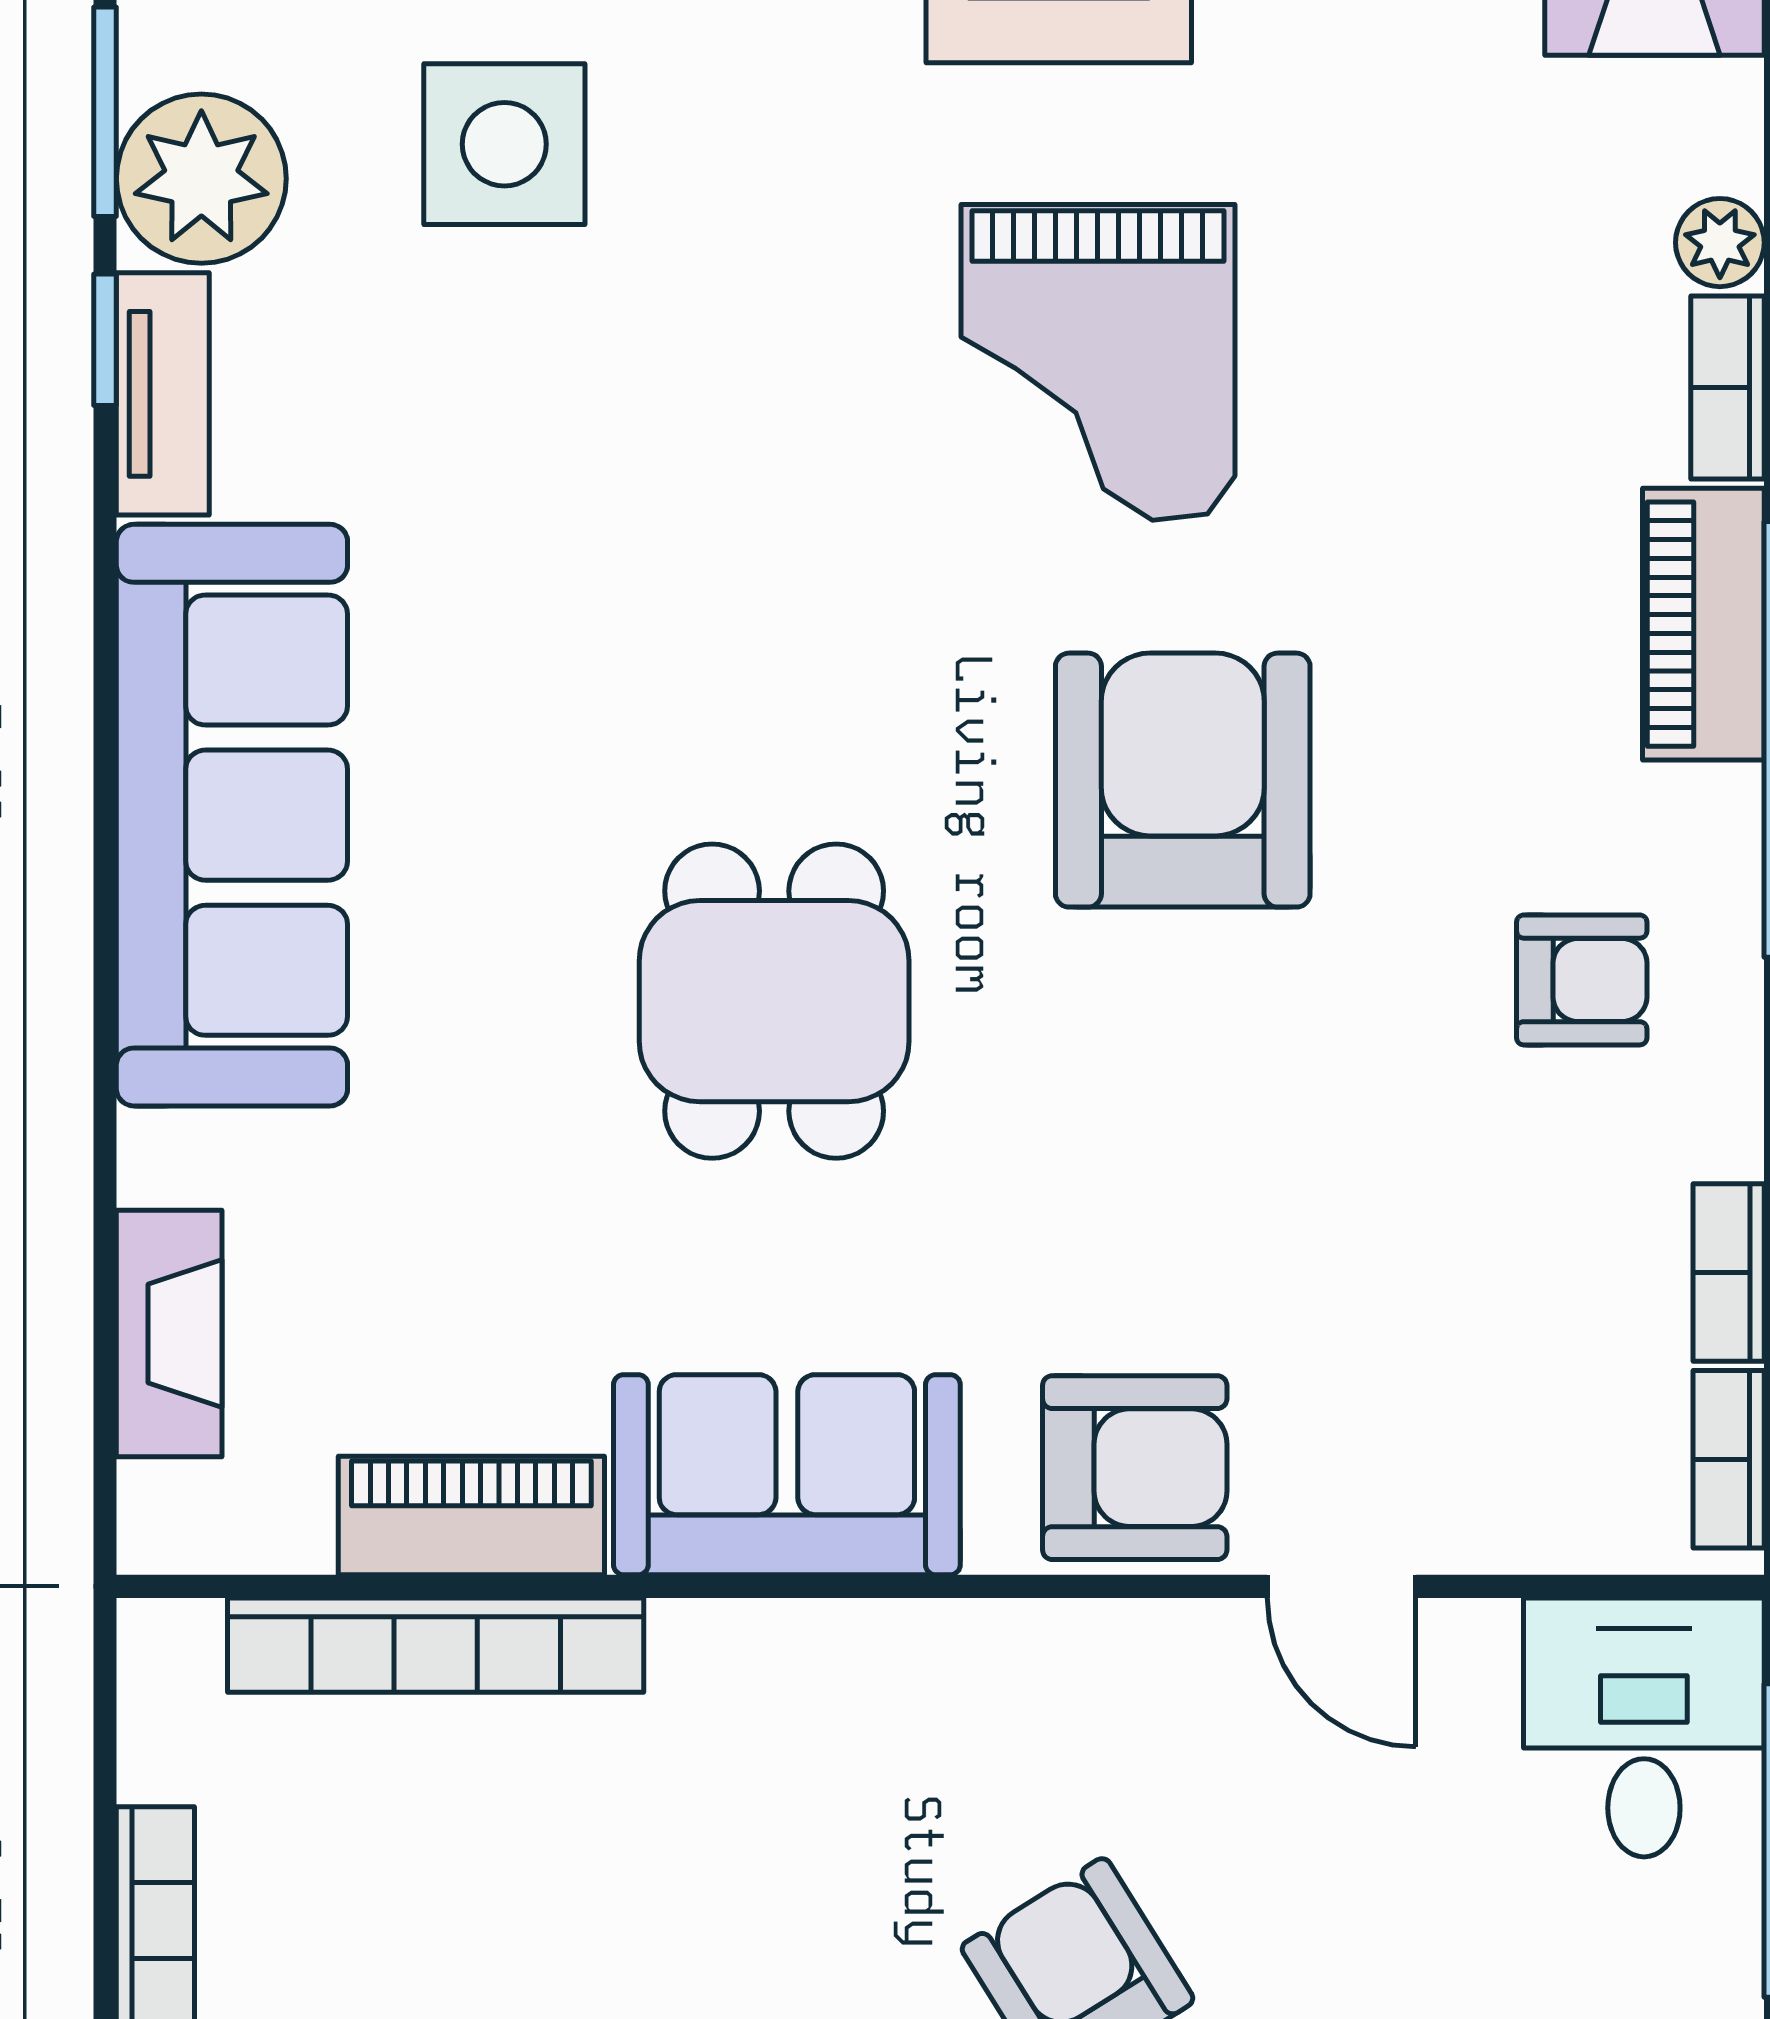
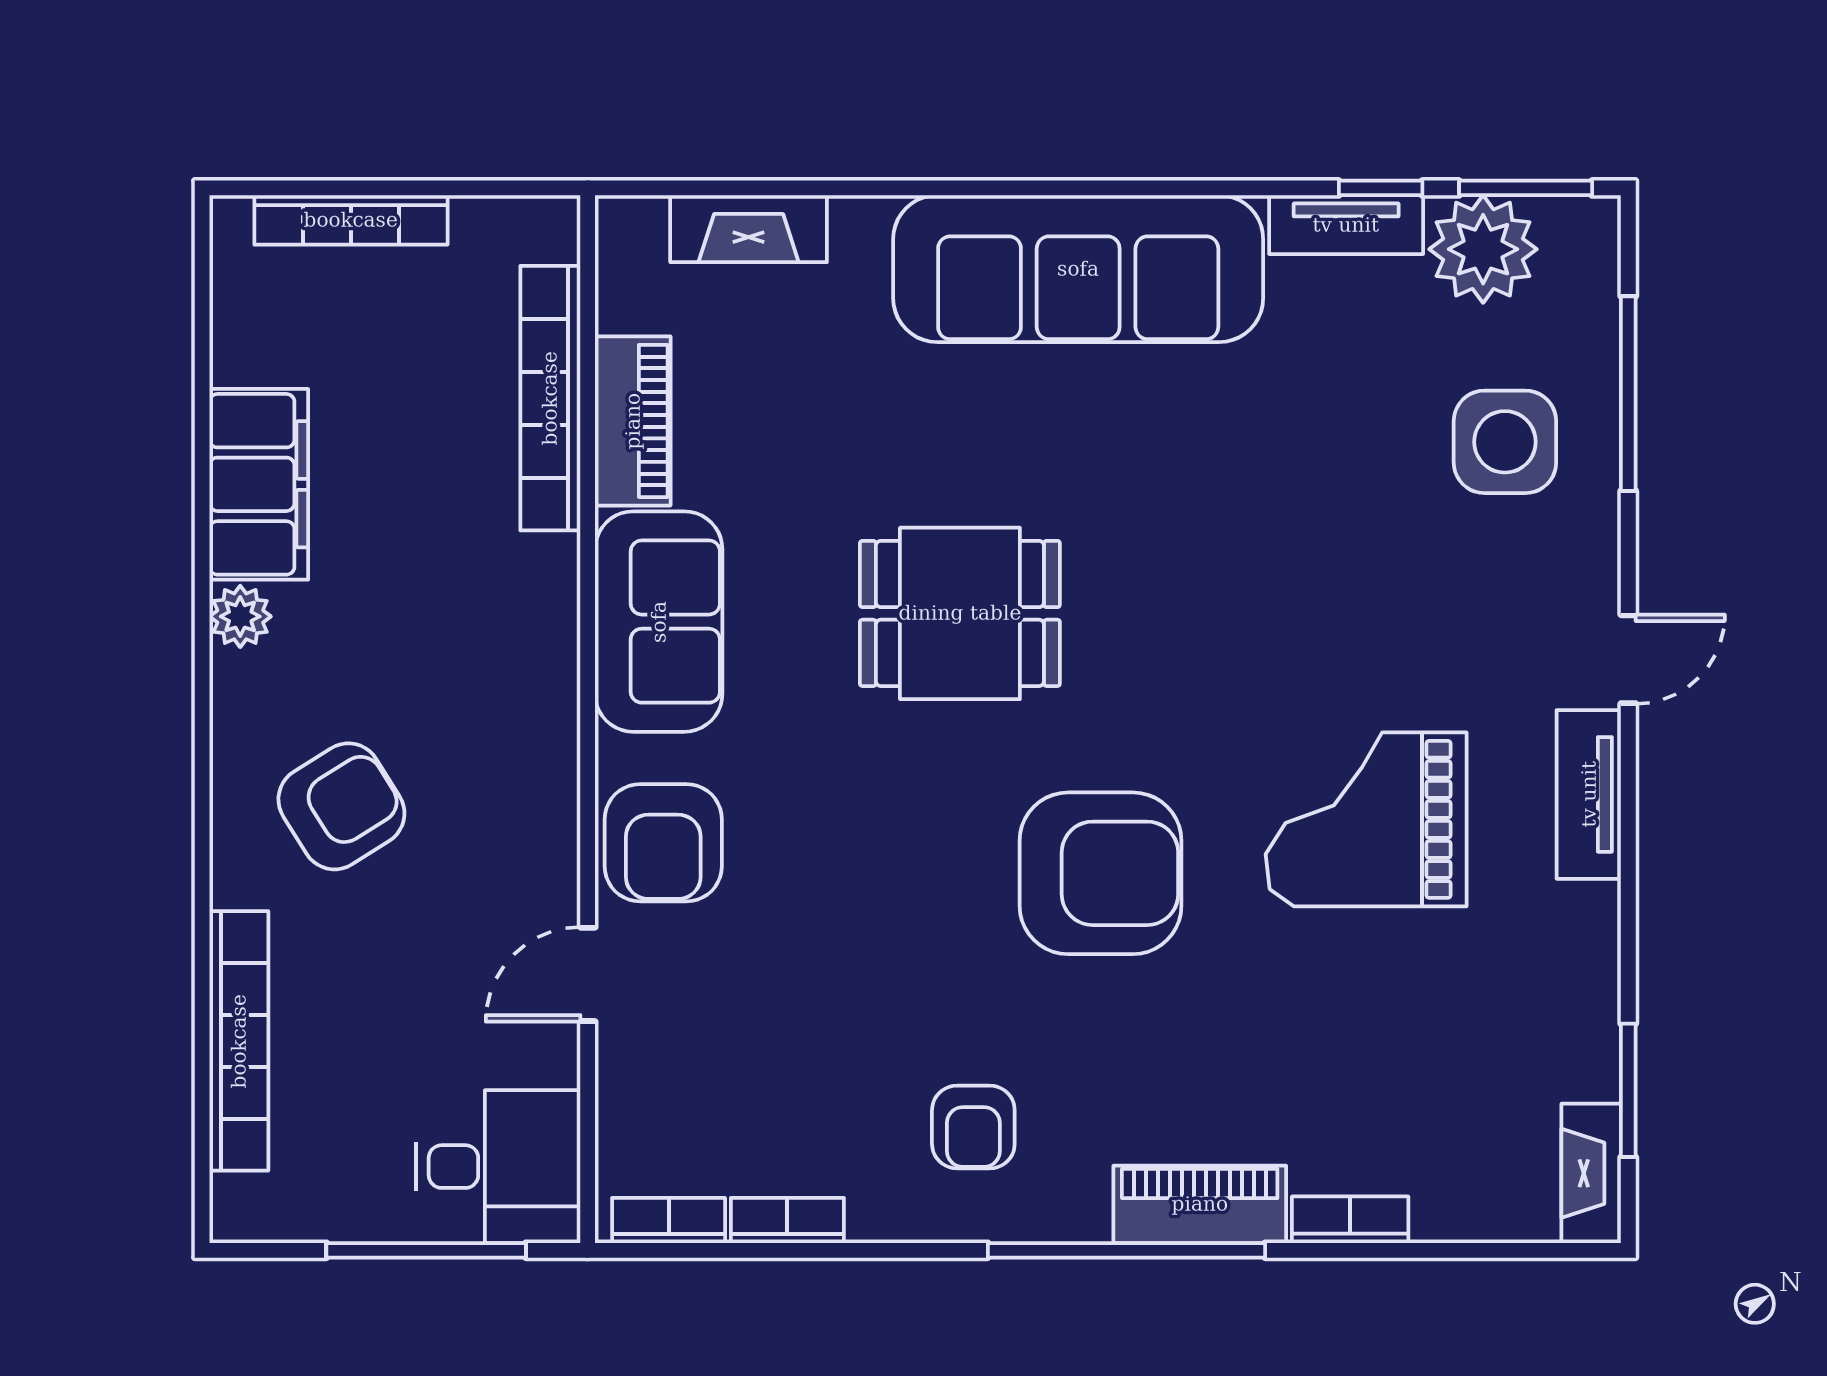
plant: (1720, 243) -> (1442, 1215), removed

